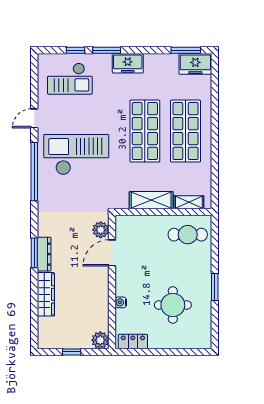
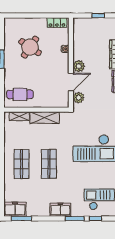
shop shelf: (145, 131) -> (49, 164), width x0.70, depth x0.74
shop shelf: (186, 131) -> (22, 164), width x0.70, depth x0.74
round table: (173, 305) -> (30, 47), turned 34
plant: (100, 340) -> (79, 66), moved

